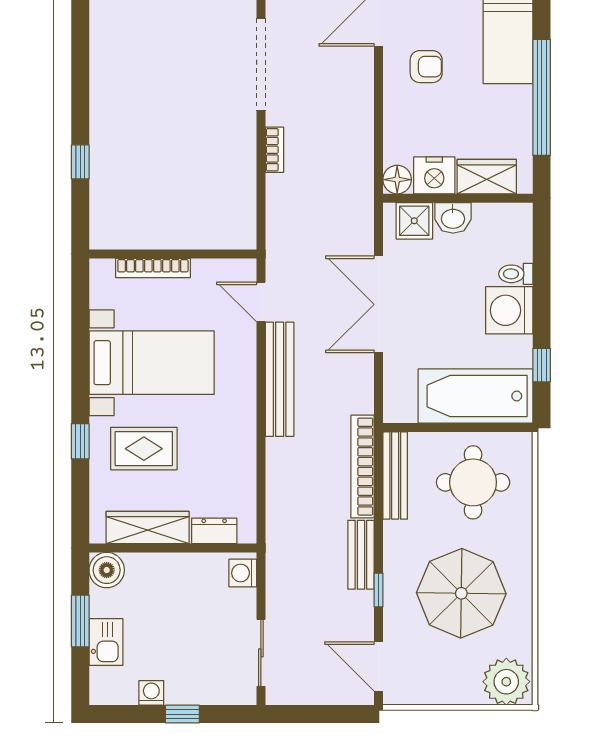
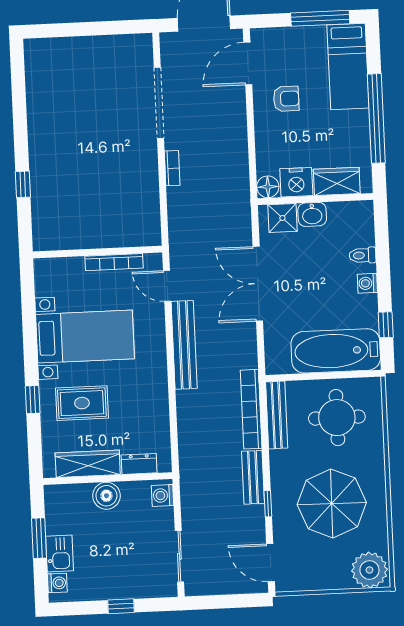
bookcase: (153, 268) -> (114, 262), moved
washing machine: (509, 310) -> (367, 283), width x0.53, depth x0.53
boiler: (107, 570) -> (106, 496), moved
washing machine: (151, 693) -> (57, 583), moved, turned 90

